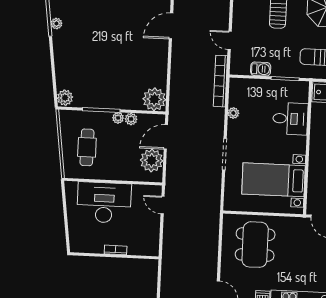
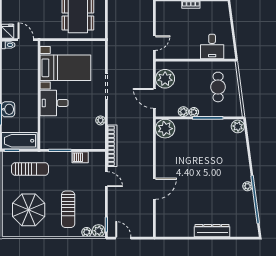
desk: (290, 119) -> (54, 103), moved
door: (166, 137) -> (154, 98), swing flipped
desk: (104, 203) -> (212, 46), width x0.53, depth x0.77
door: (163, 205) -> (154, 43), hinge flipped

